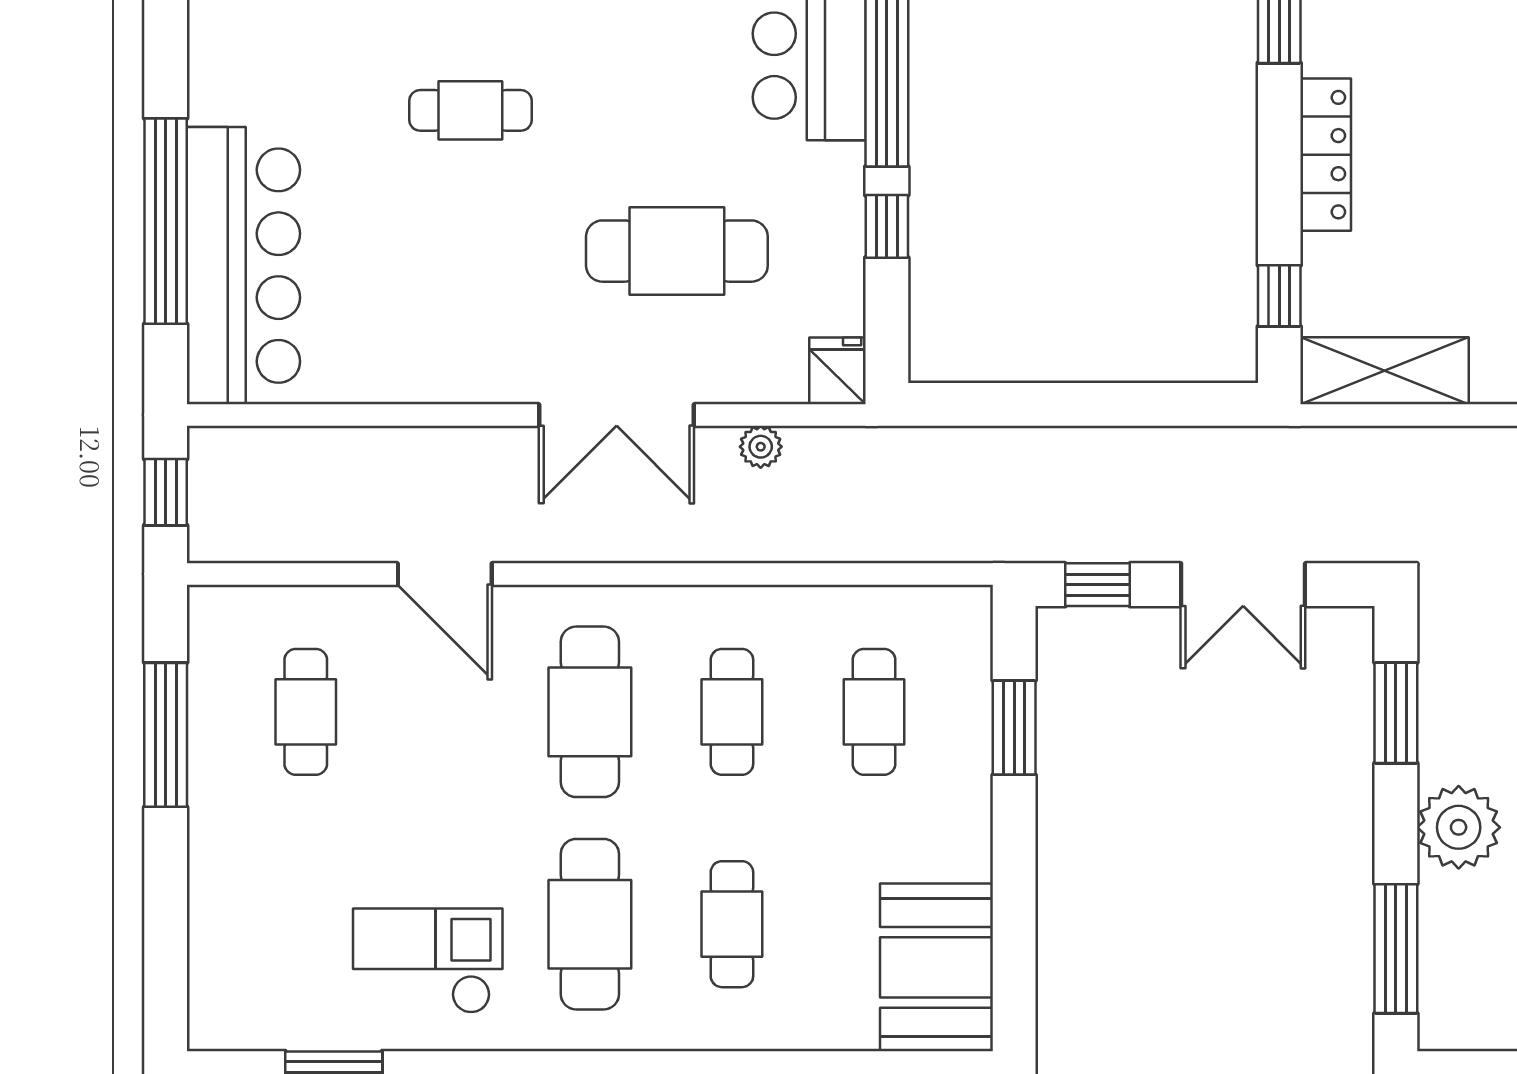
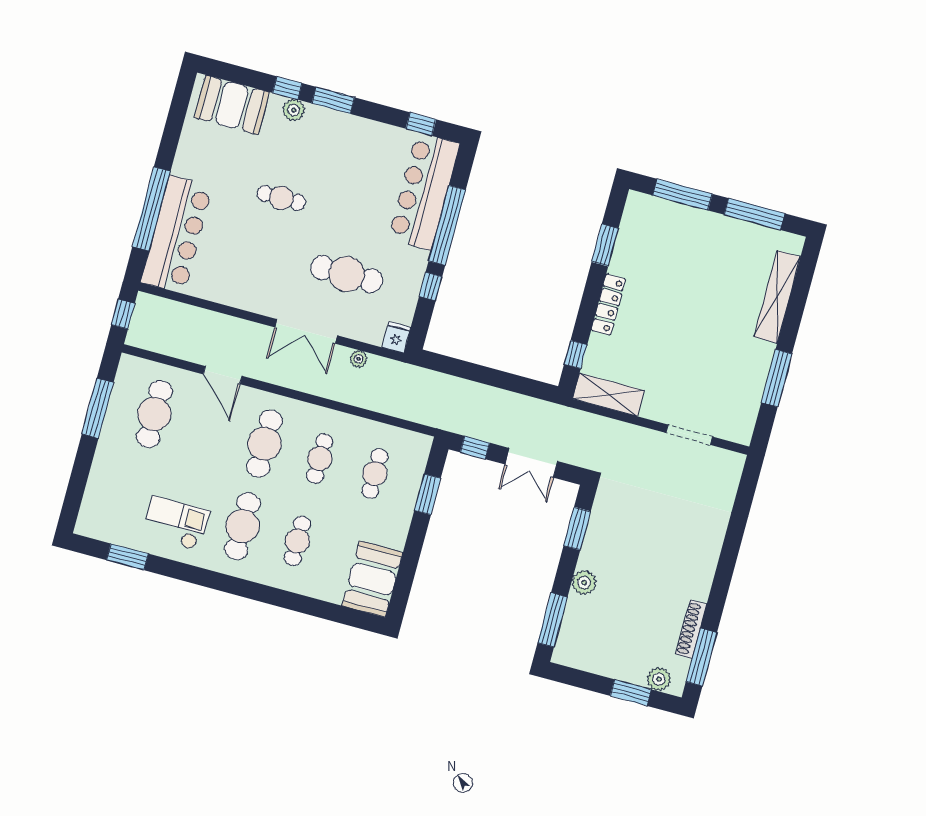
cafe table: (306, 712) -> (154, 414), width x1.37, depth x1.35
plant: (1459, 827) -> (584, 583), width x0.73, depth x0.73

